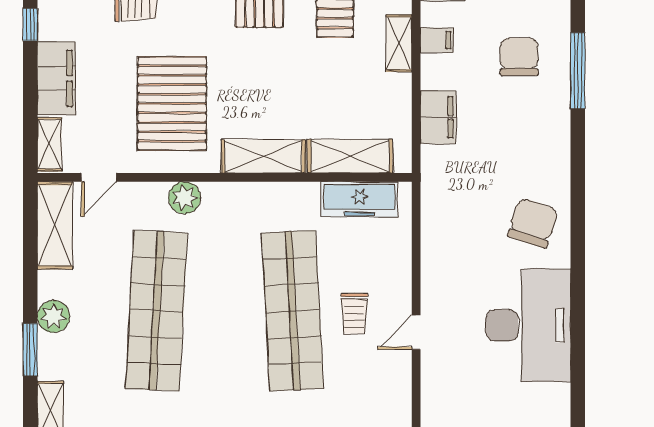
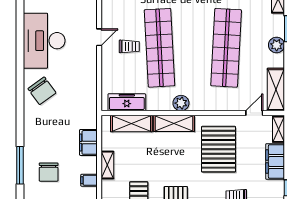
shelving: (399, 43) -> (107, 165), moved
plant: (185, 198) -> (181, 103), moved
chair: (533, 223) -> (42, 91), turned -54
trolley: (354, 314) -> (129, 46), turned 90

